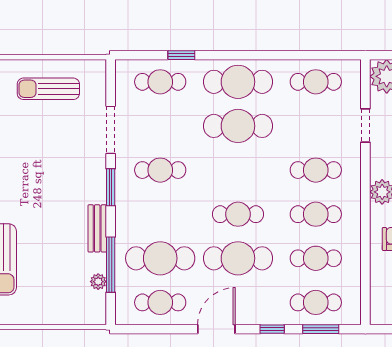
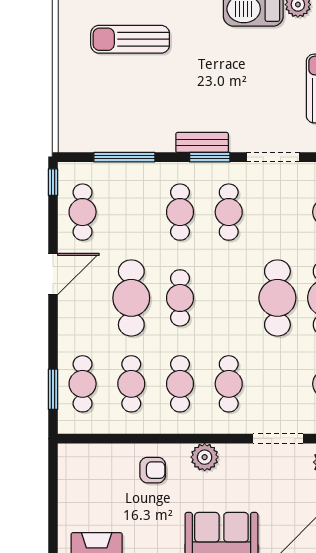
doorway: (365, 126) -> (278, 439), width x1.38
bench: (97, 228) -> (202, 142), moved
cafe table: (160, 258) -> (180, 212), moved, width x0.73, depth x0.74
plant: (98, 282) -> (106, 144), removed
door: (216, 329) -> (53, 274), hinge flipped
window: (272, 329) -> (53, 182), moved

